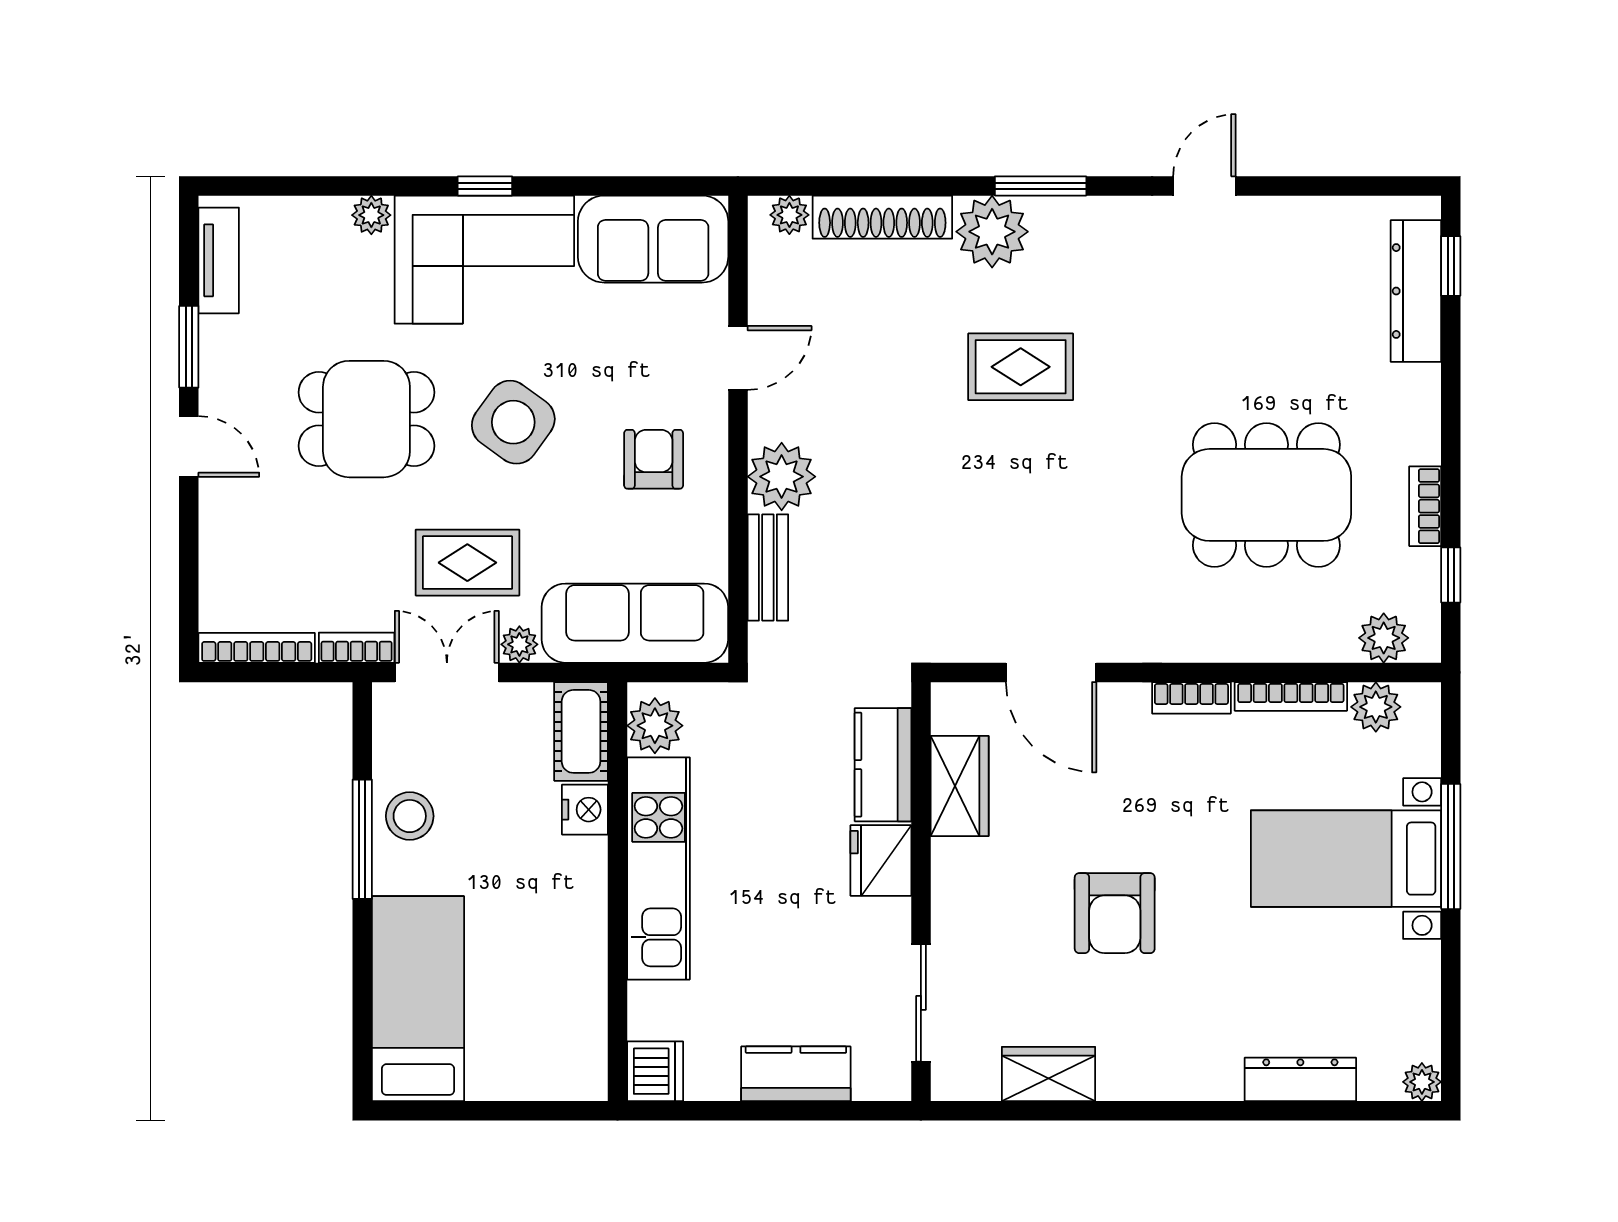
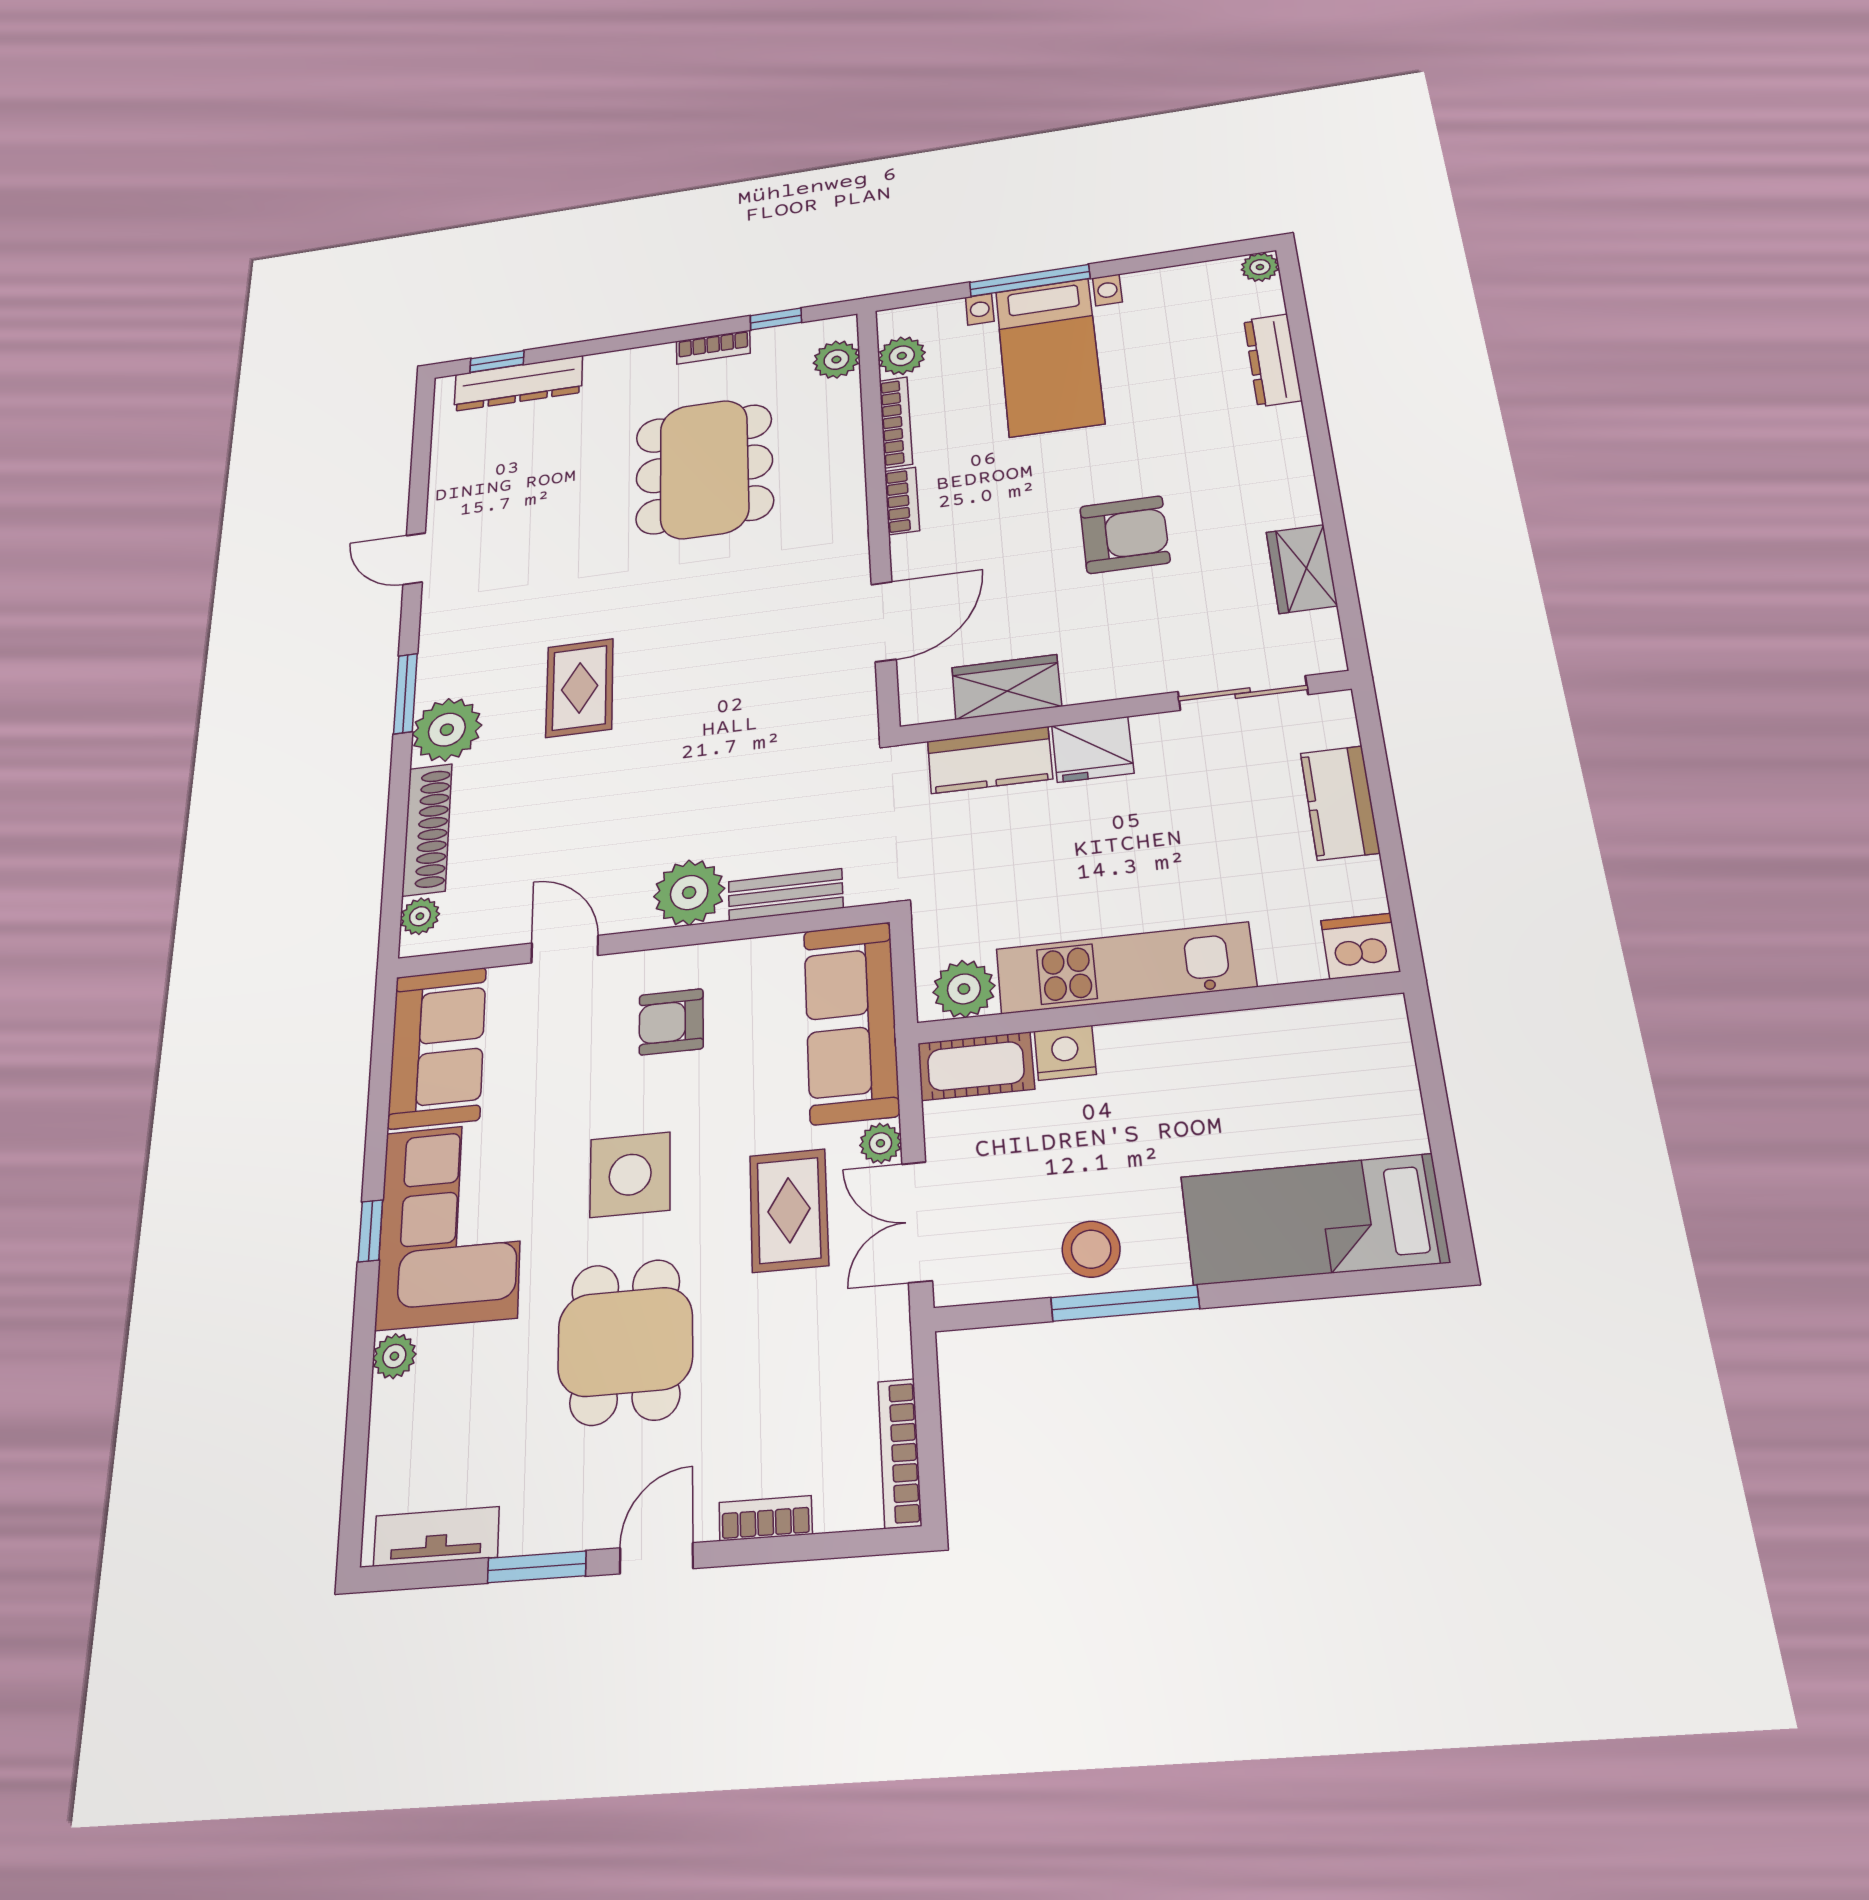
side table: (513, 422) -> (630, 1175), turned -36
bookcase: (357, 648) -> (766, 1518), moved, turned 90

